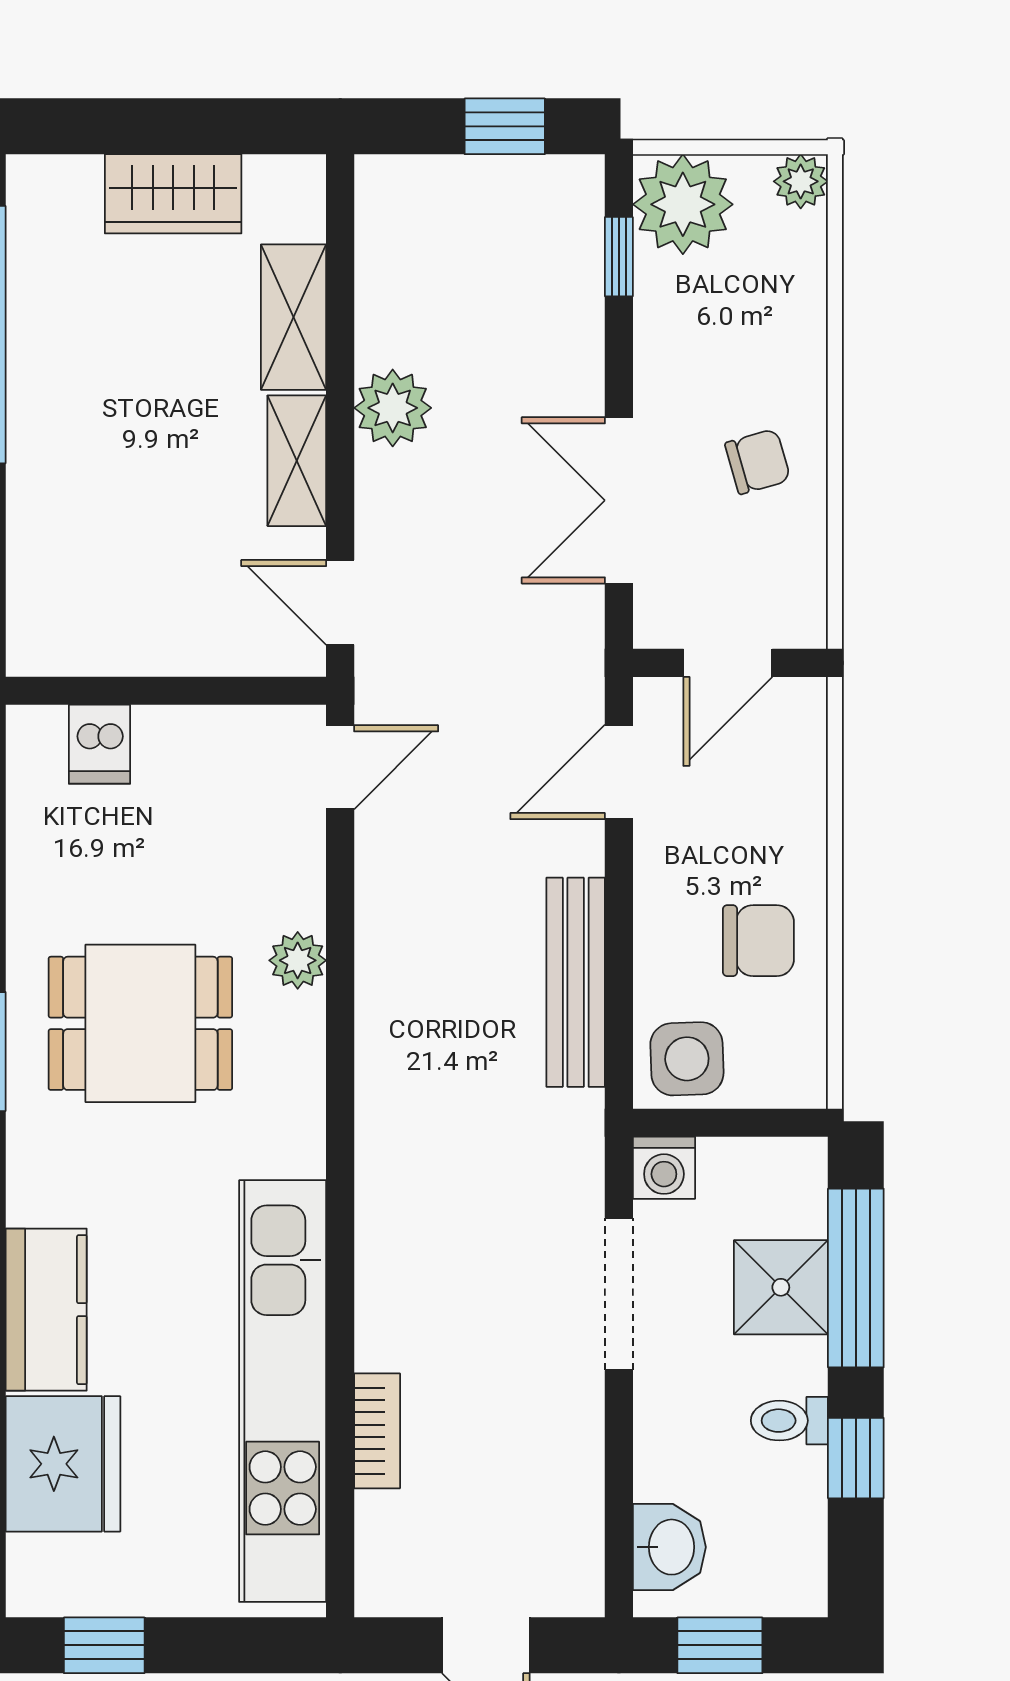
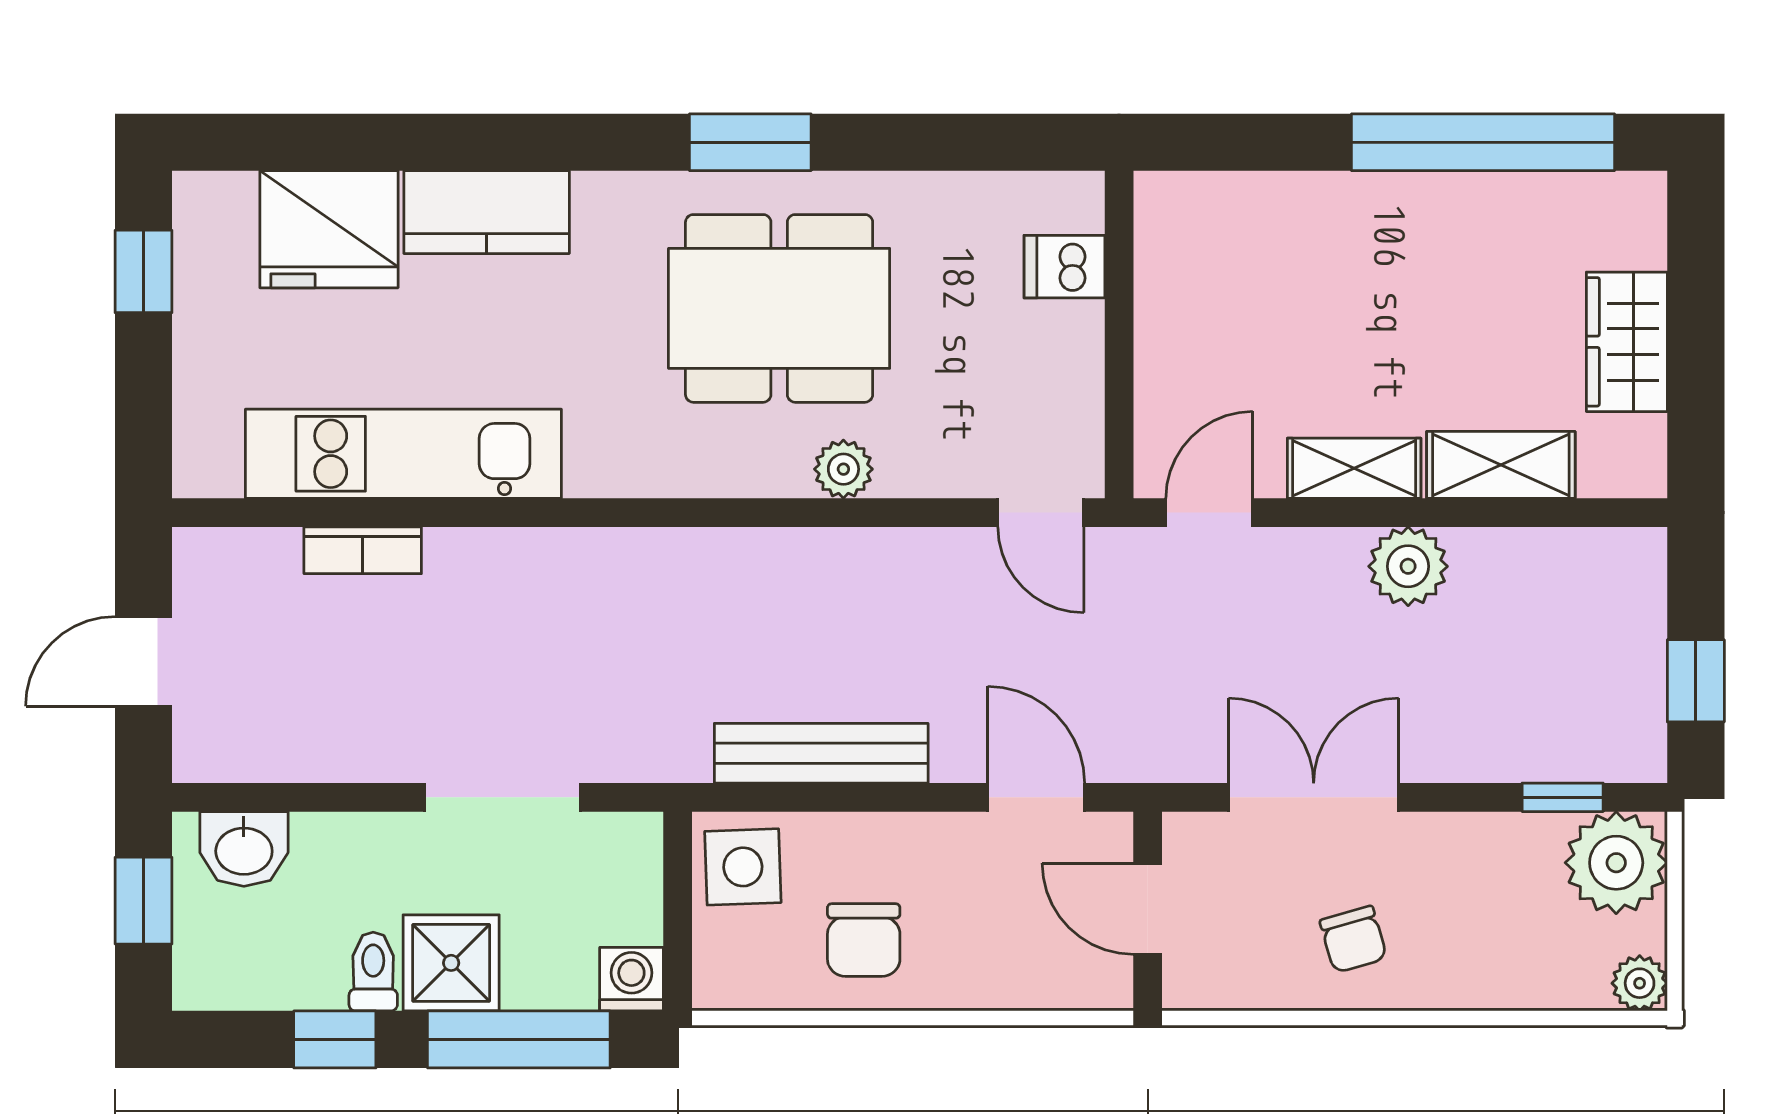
dining table: (140, 1023) -> (779, 308), width x1.37
washing machine: (664, 1168) -> (631, 979), moved, turned 90
shower: (781, 1287) -> (451, 963), moved
kitchen unit: (283, 1391) -> (403, 454), width x0.73

